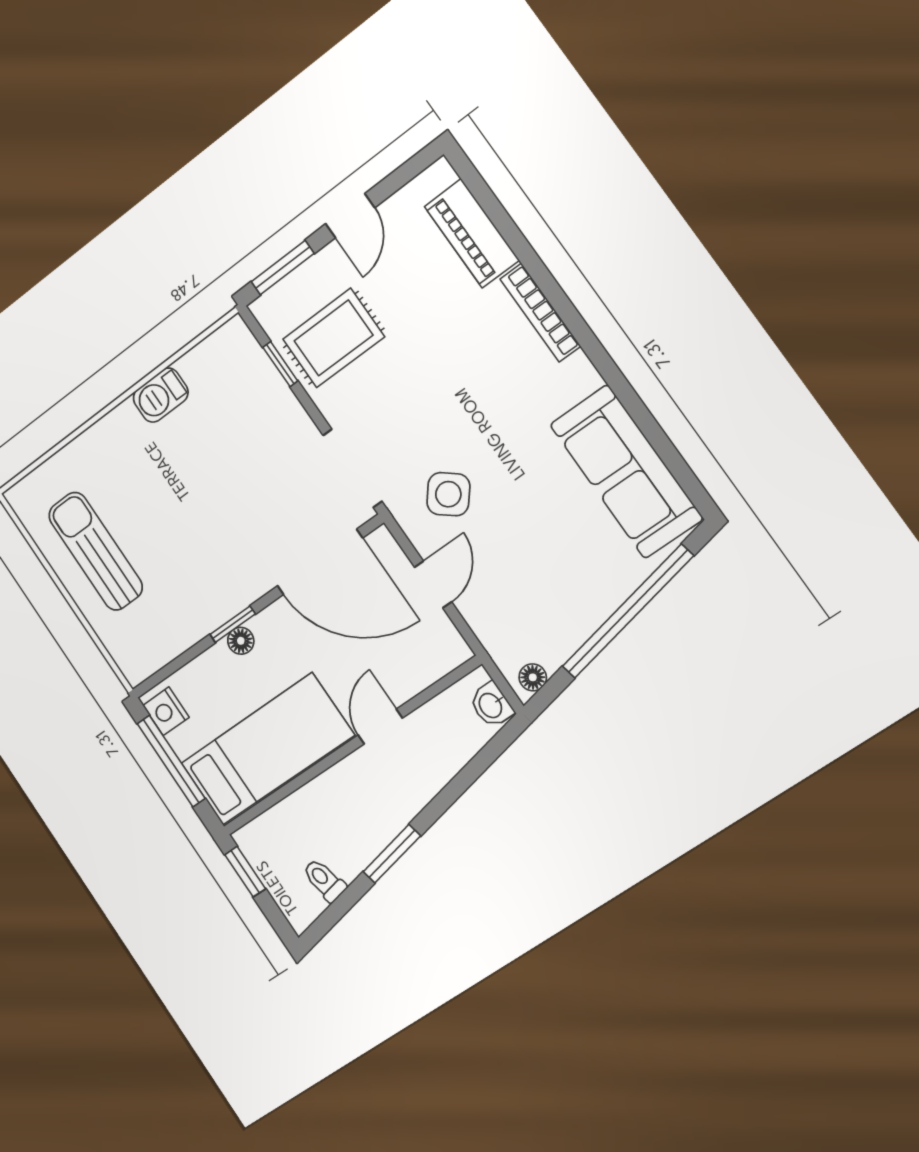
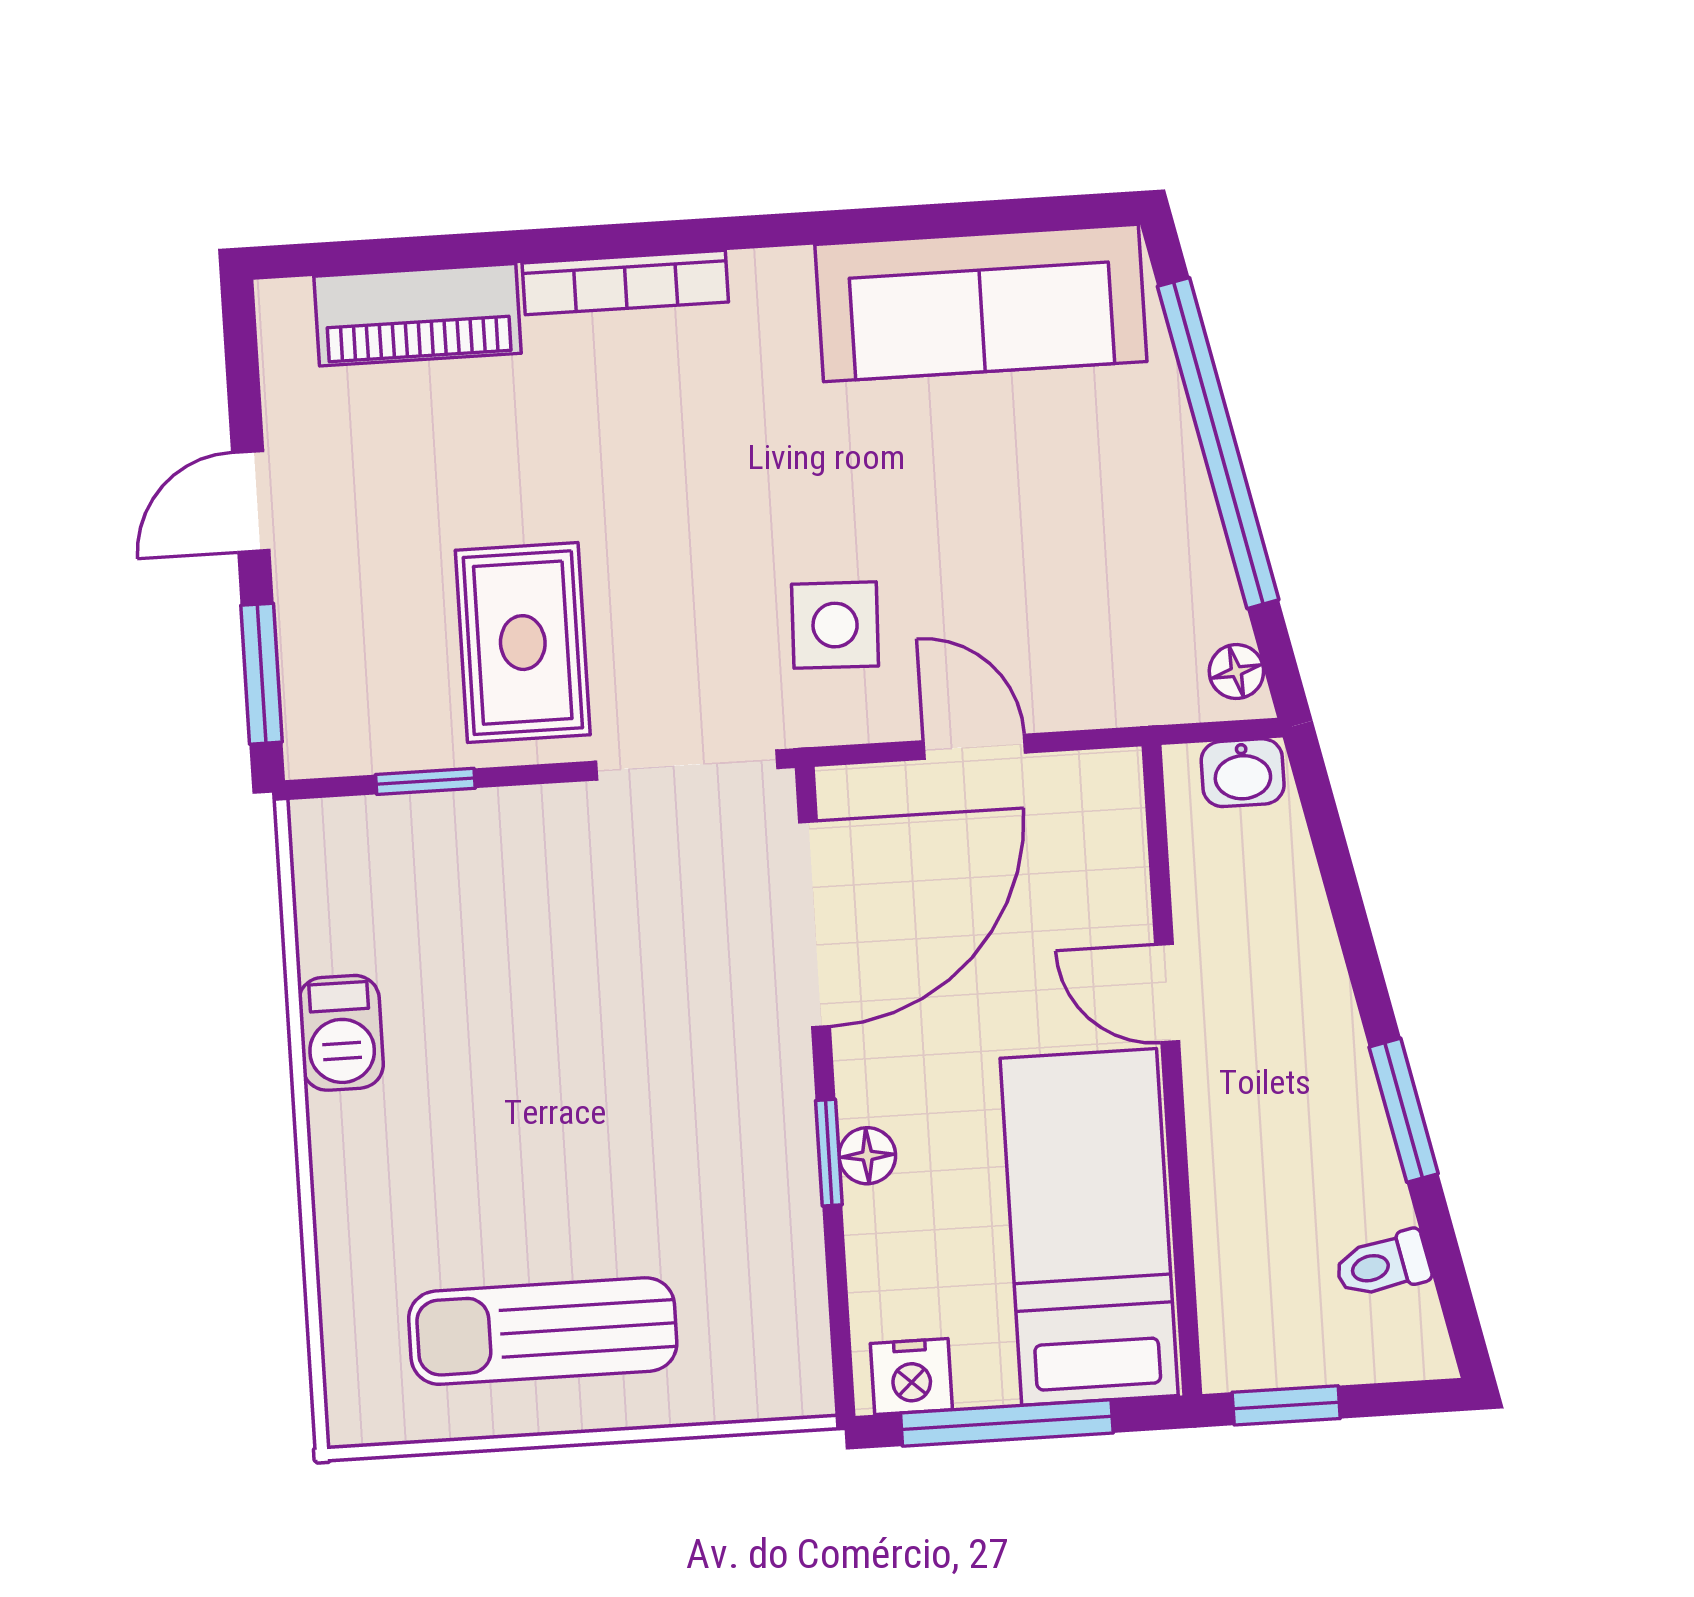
door: (350, 216) -> (251, 502), swing flipped
rug: (333, 338) -> (523, 643), moved
side table: (448, 494) -> (835, 625), turned -37

